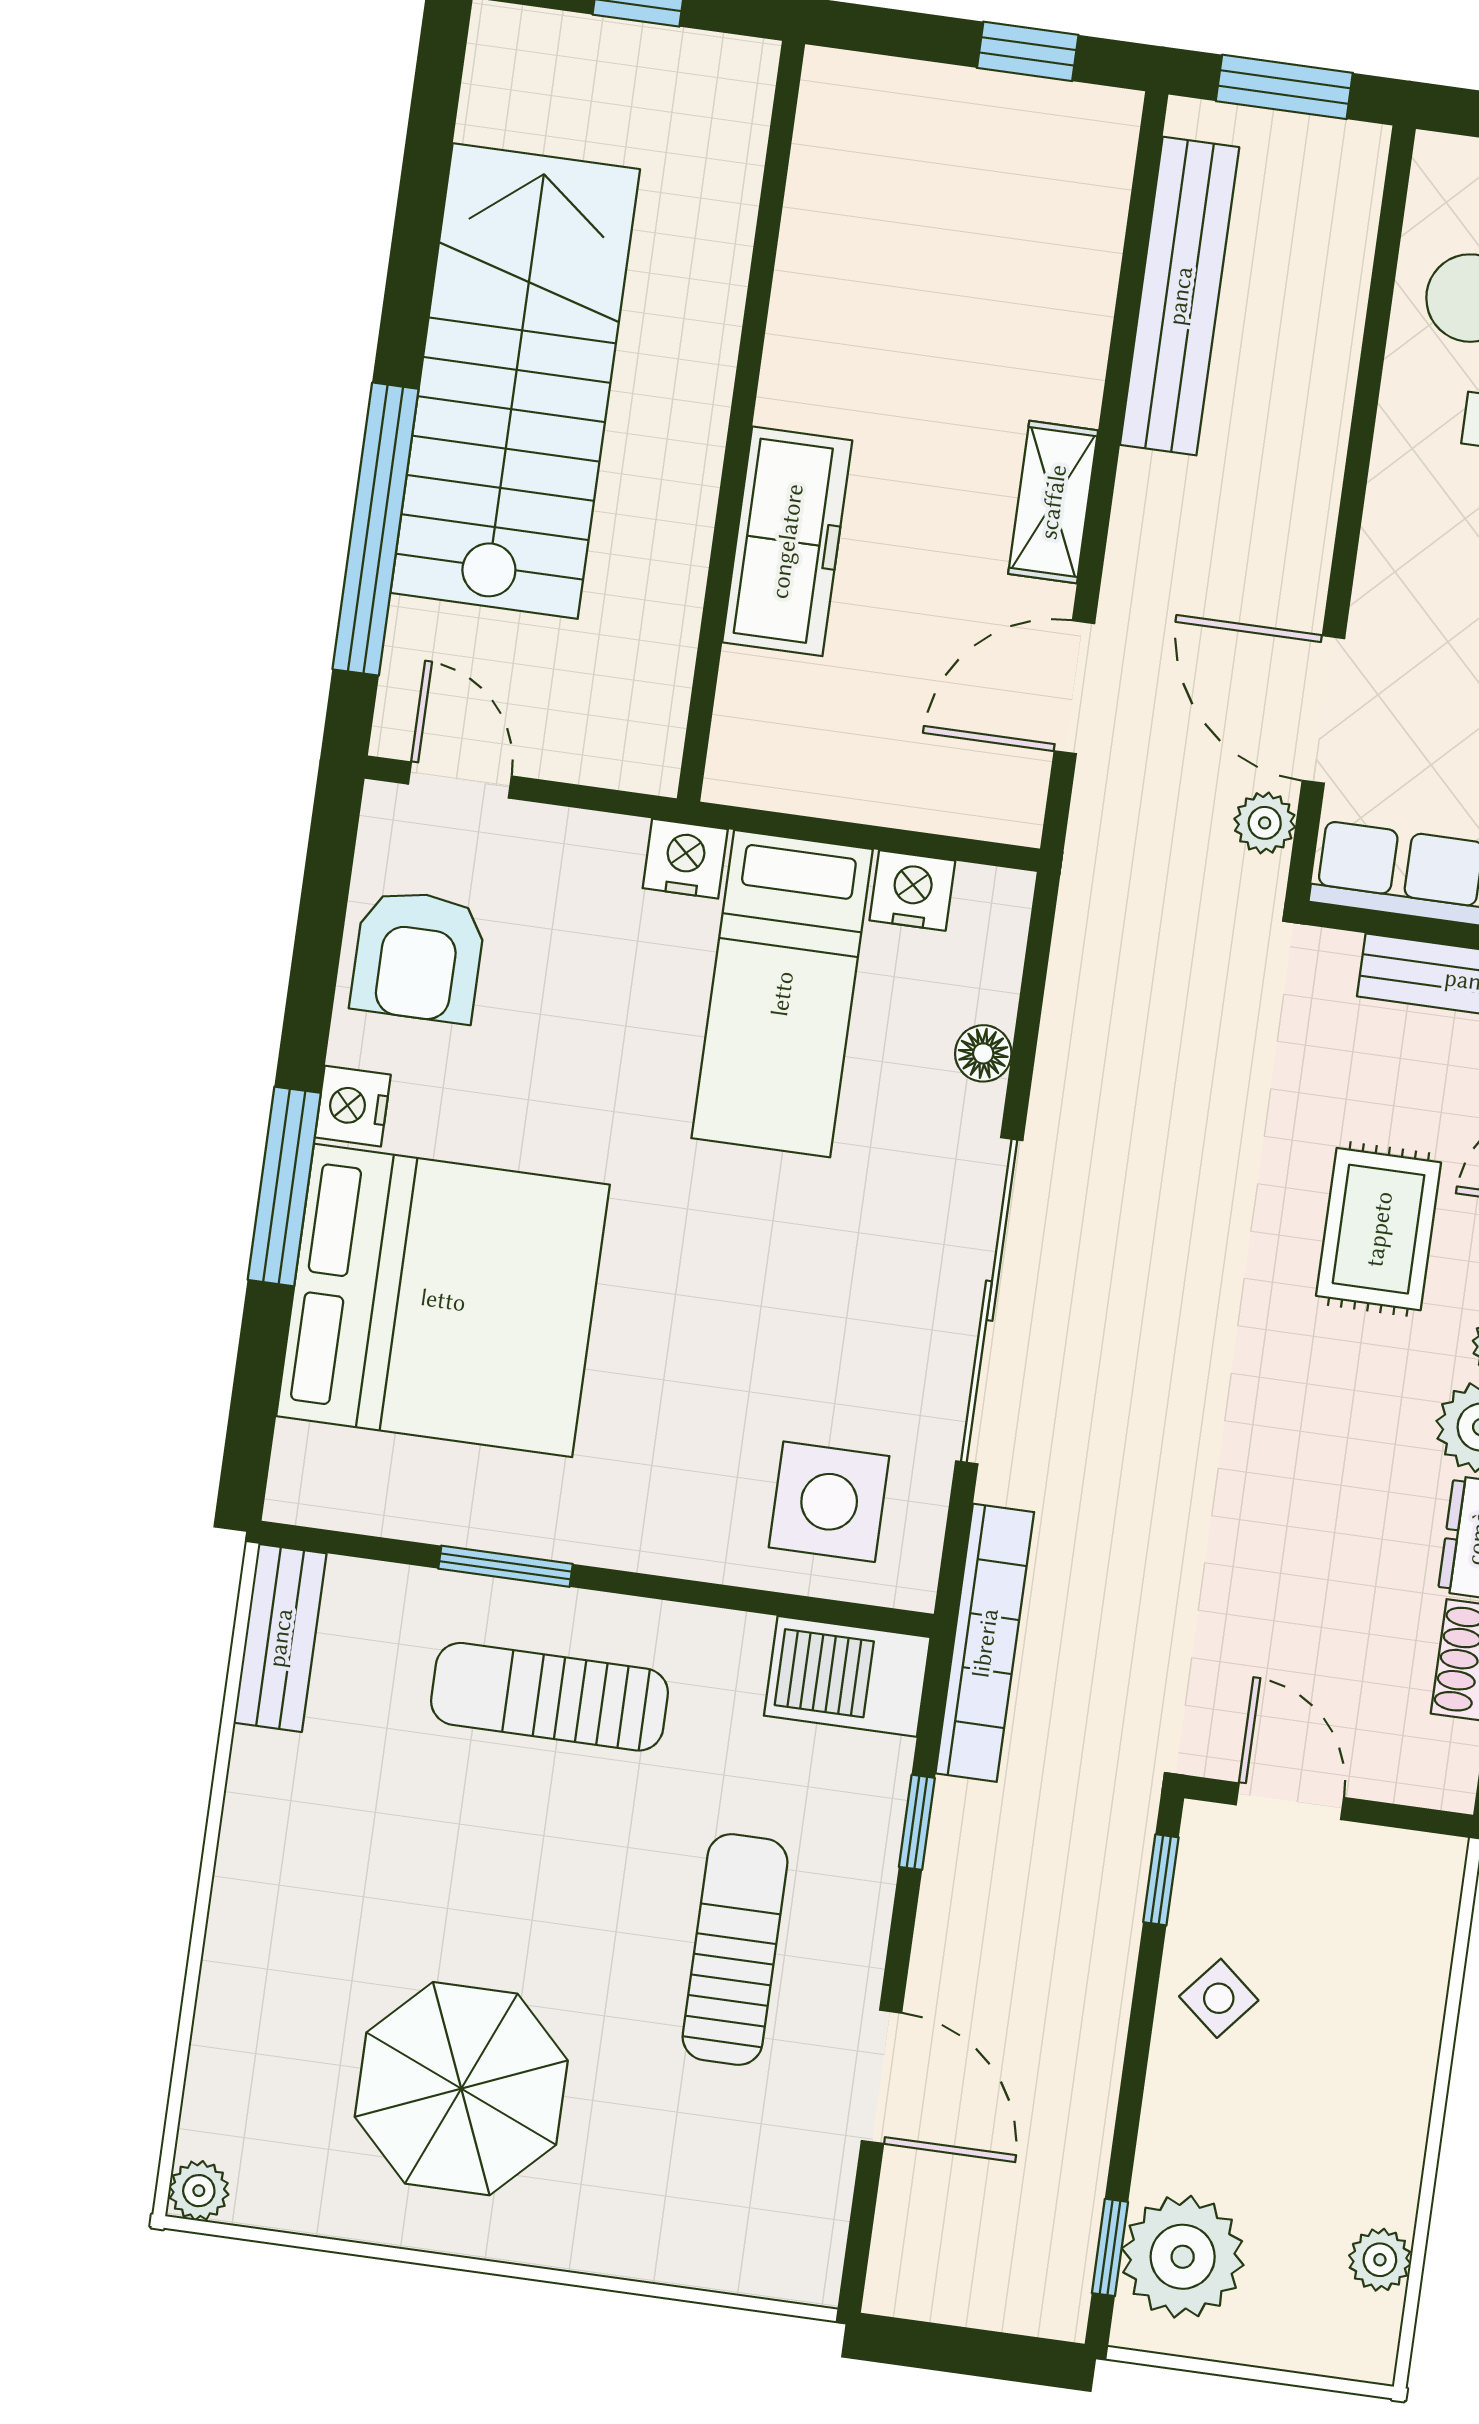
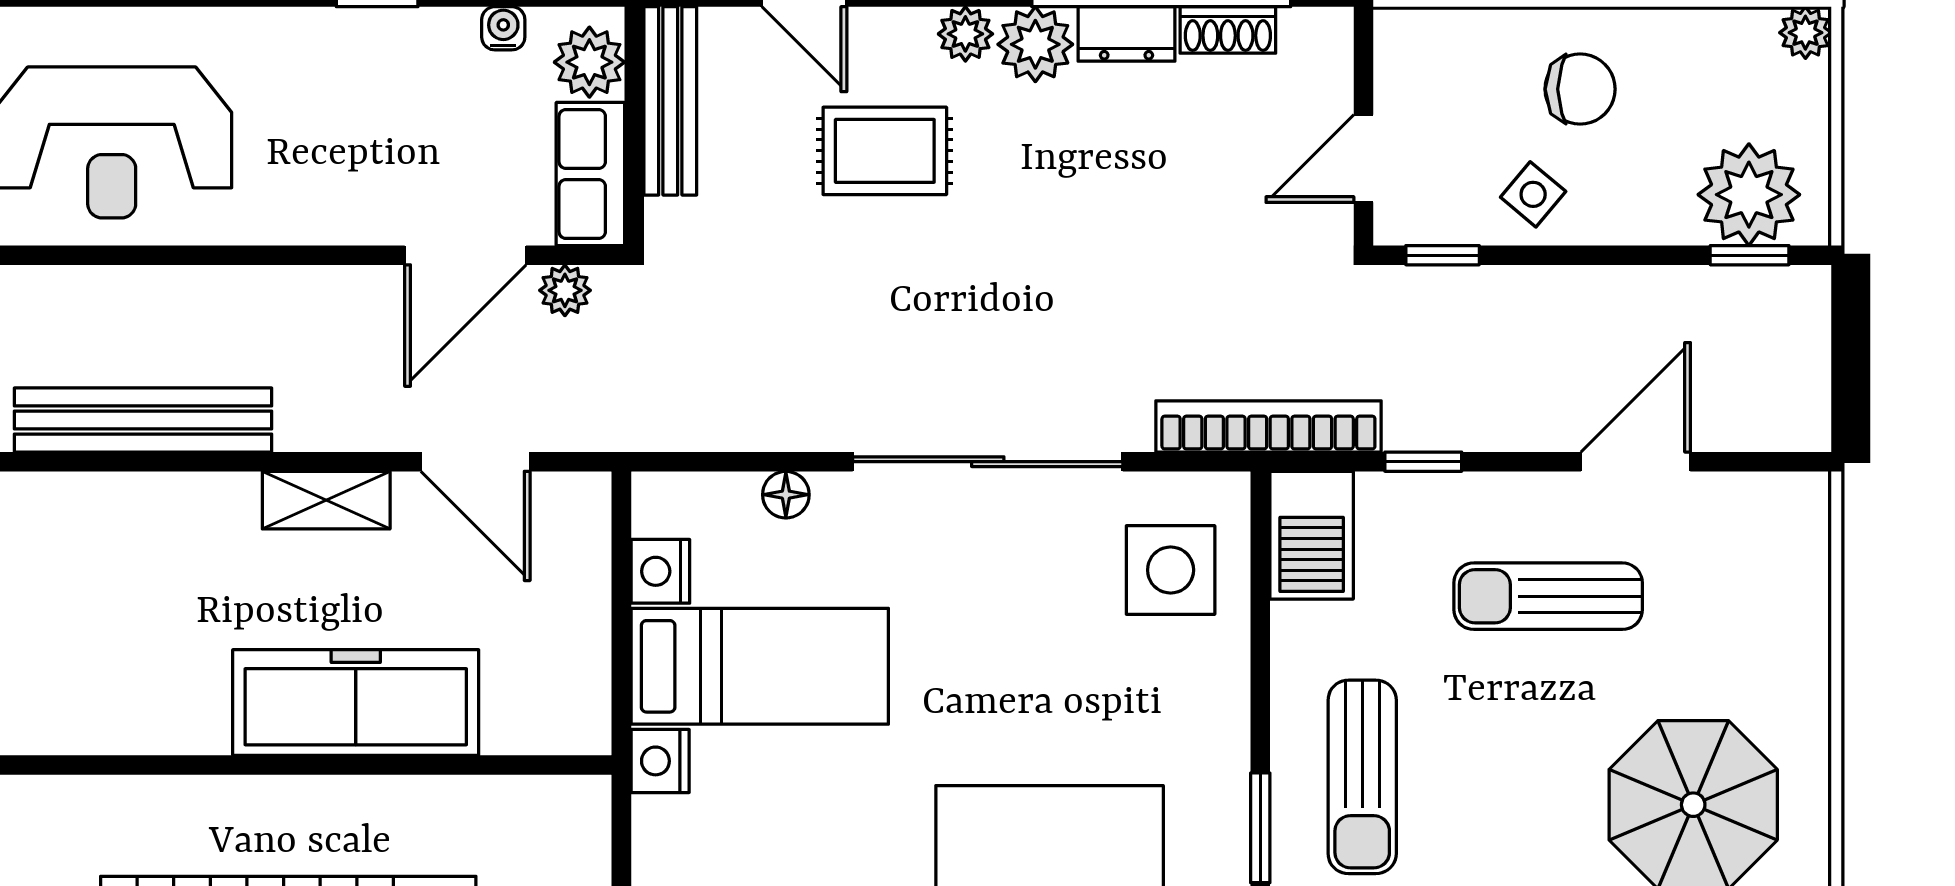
freezer: (787, 541) -> (356, 703), width x1.36, depth x1.26
chair: (1337, 2072) -> (1580, 89), added
plant: (1380, 2260) -> (1805, 33), moved

